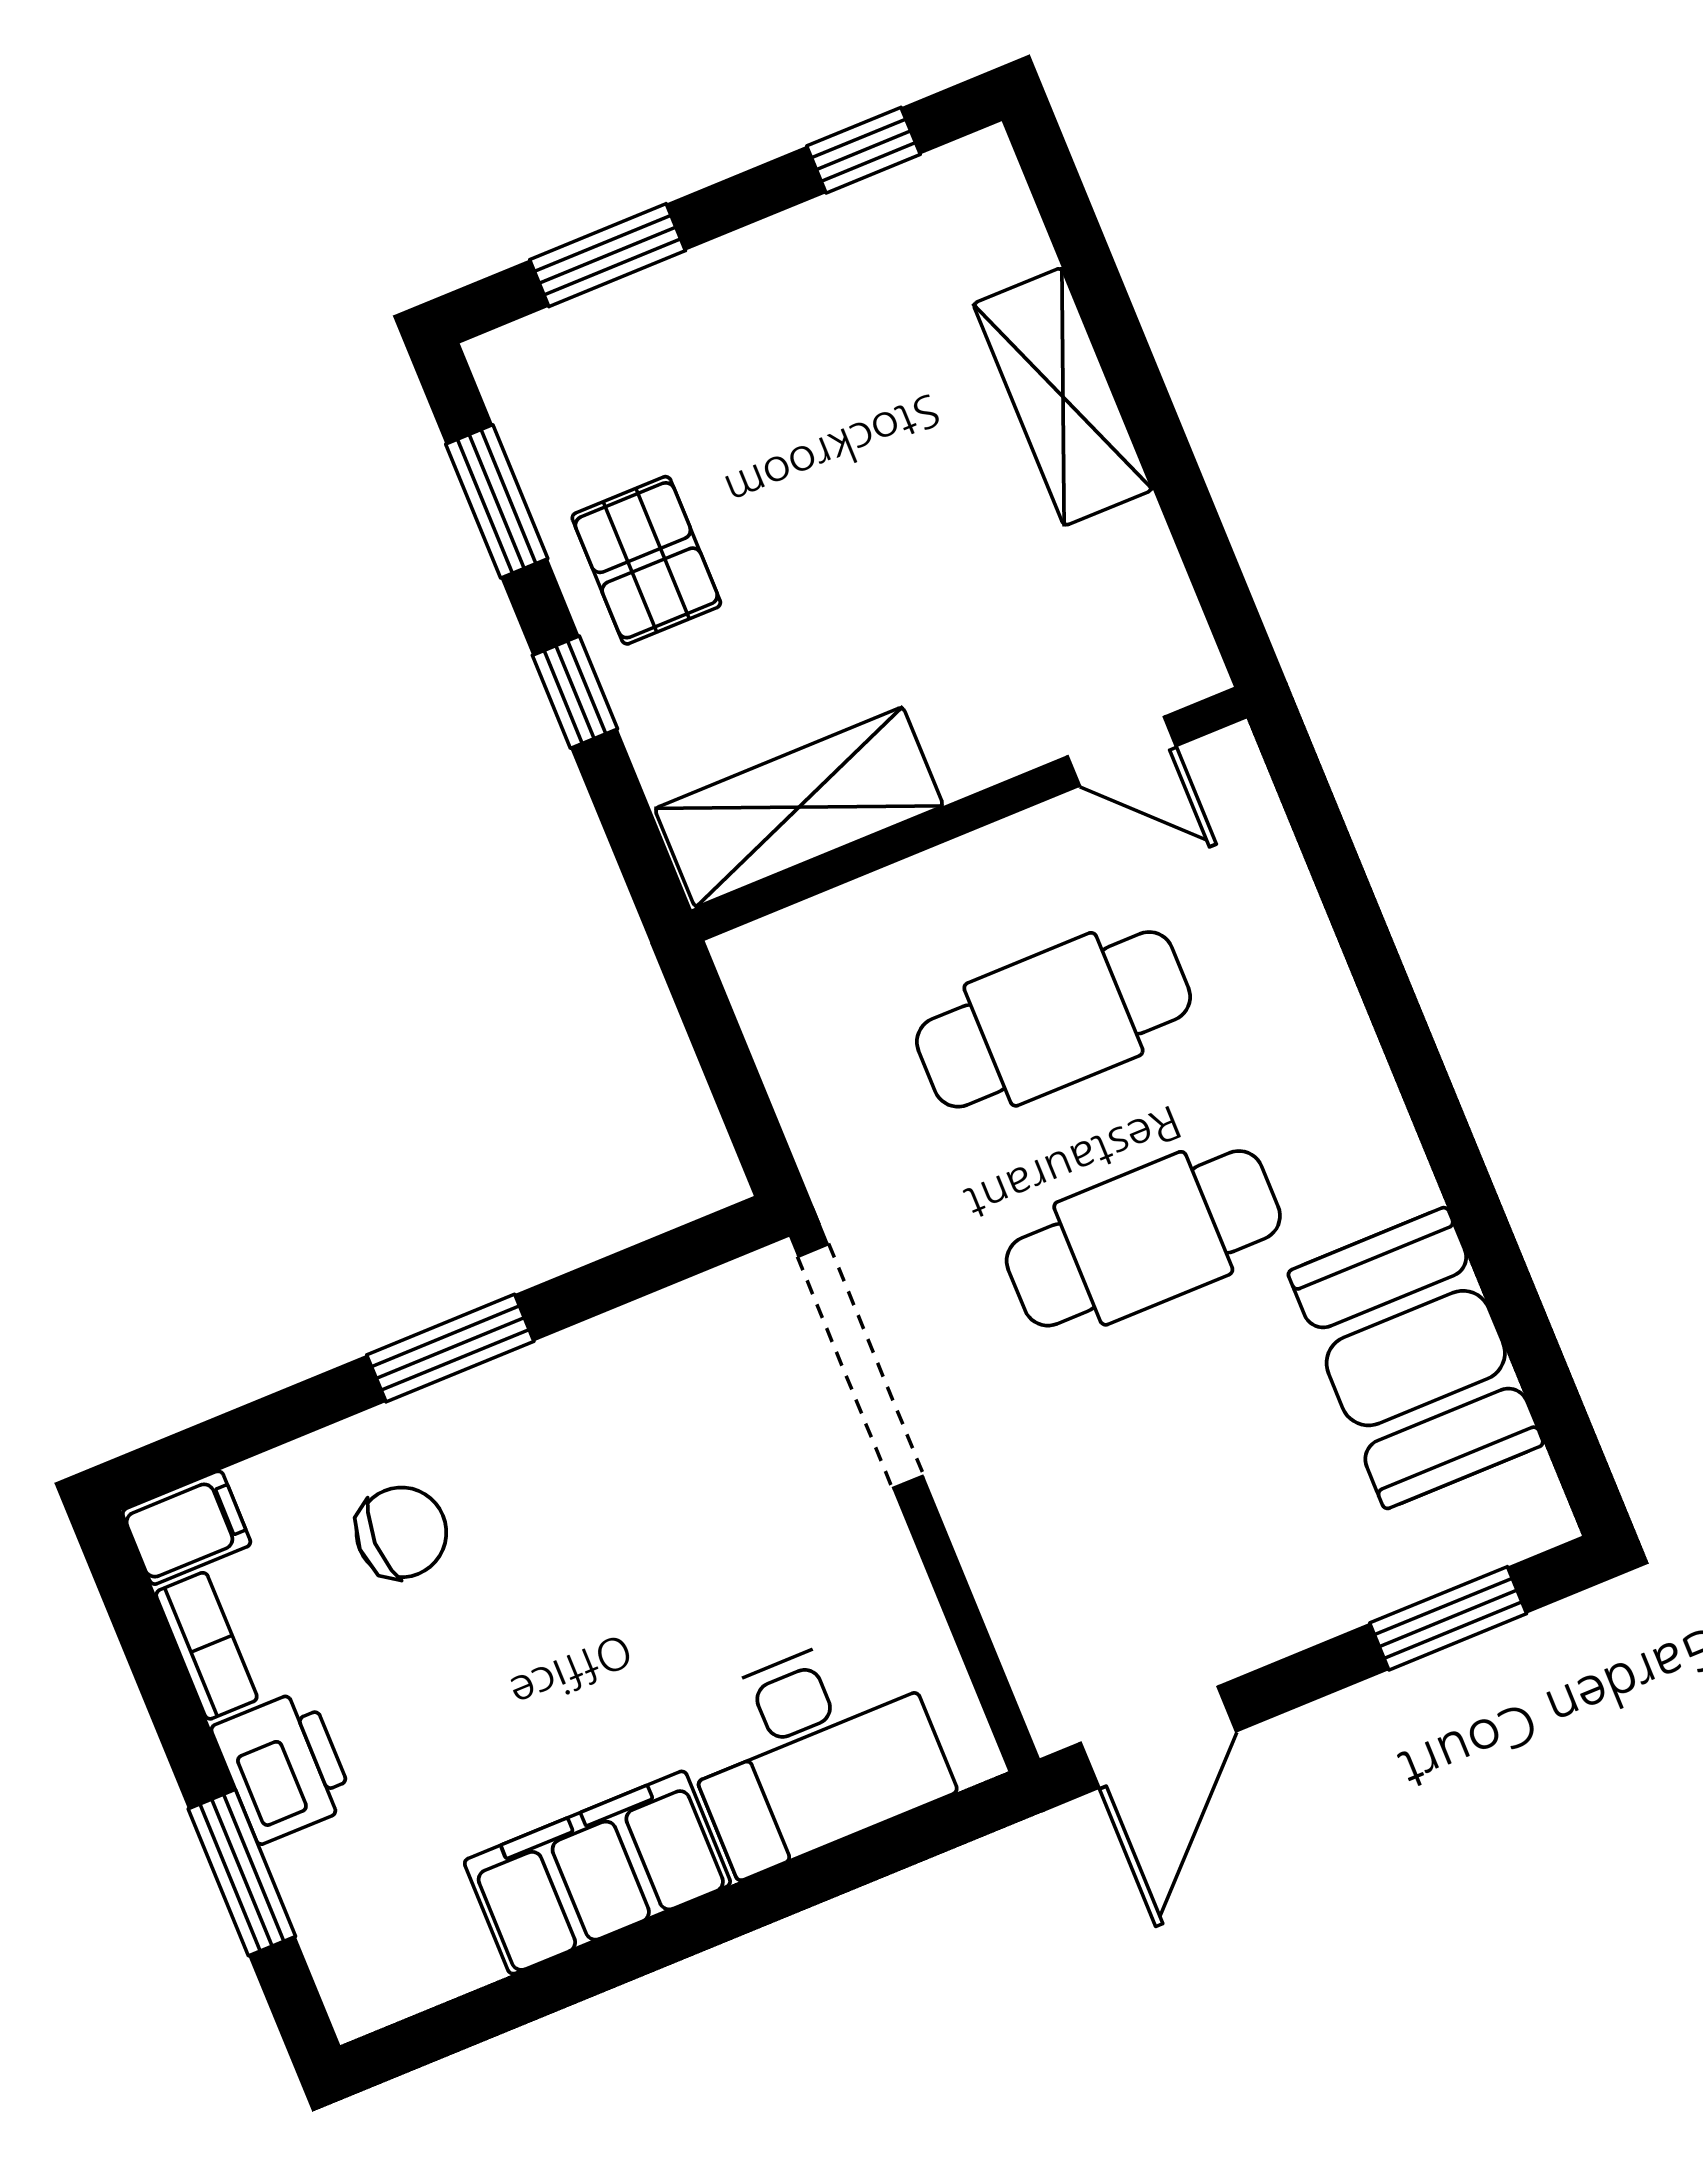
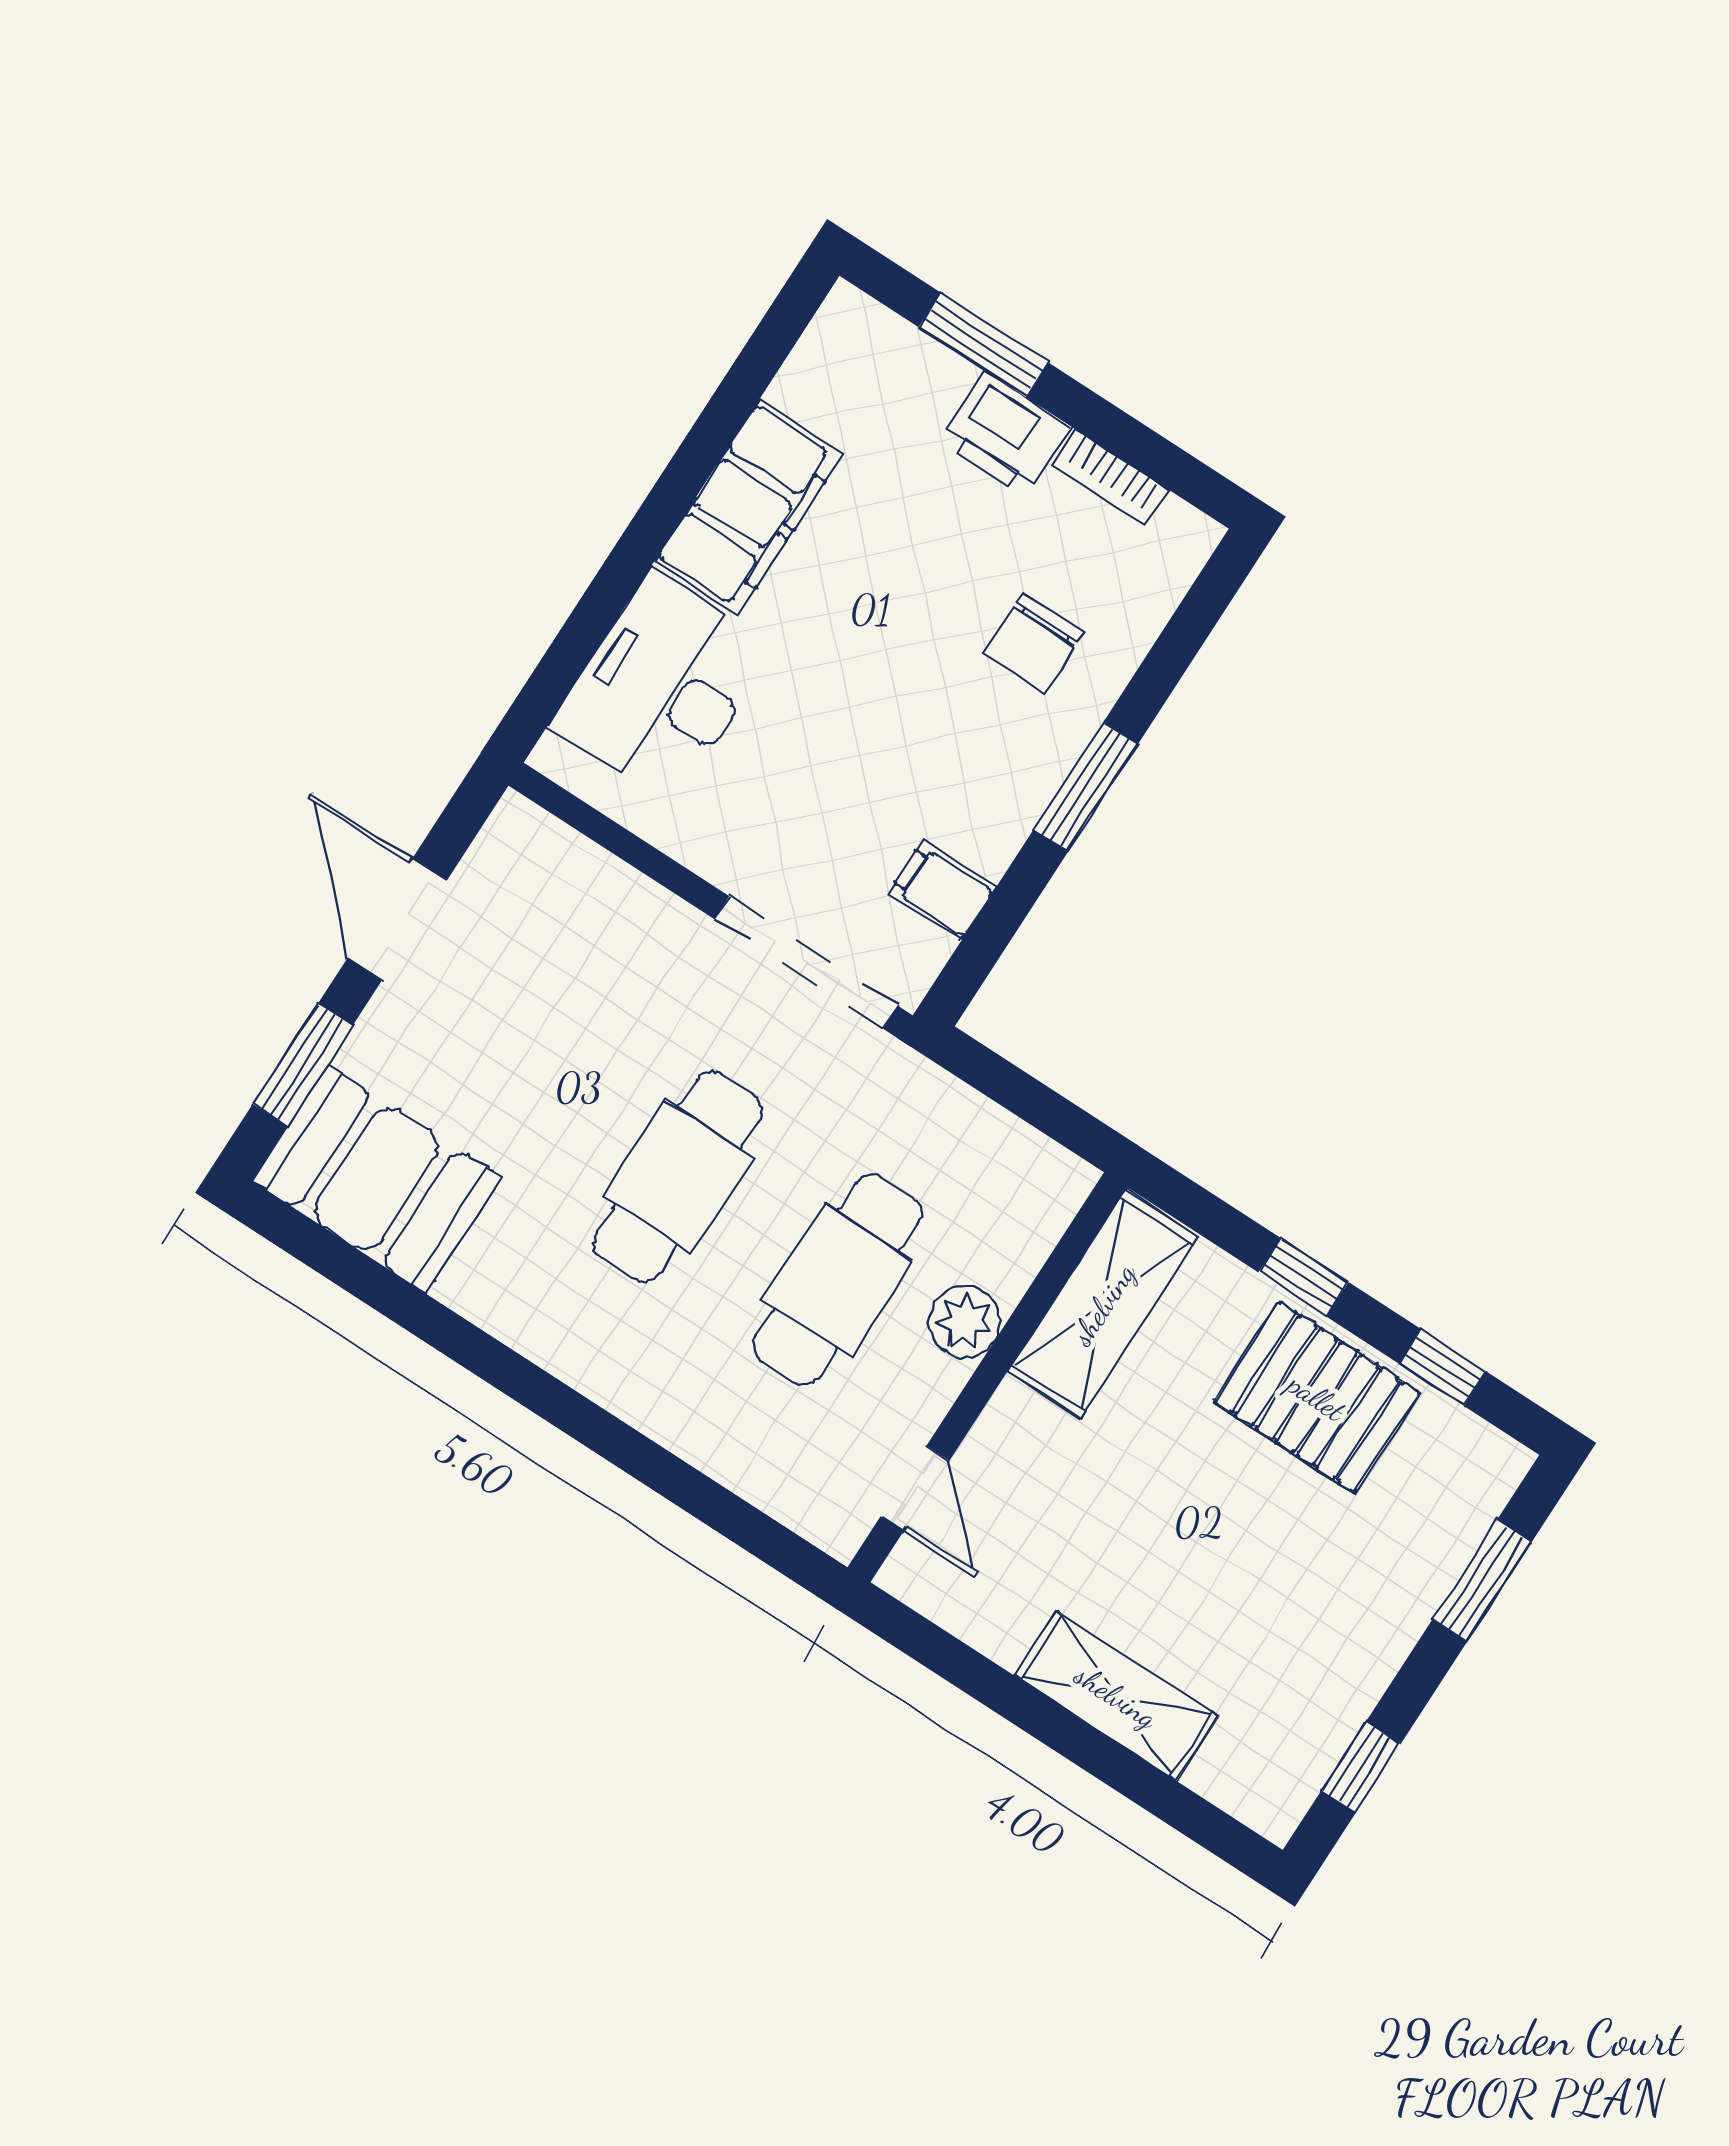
window: (497, 501) -> (1442, 1368), width x0.67
pallet: (646, 560) -> (1317, 1397), width x1.50, depth x1.42
door: (1122, 751) -> (915, 1488), swing flipped
plant: (953, 887) -> (965, 1321), added
booth: (1416, 1358) -> (377, 1179), moved
filing cabinet: (187, 1528) -> (942, 891), moved, turned 90
door: (1158, 1737) -> (397, 919), moved

